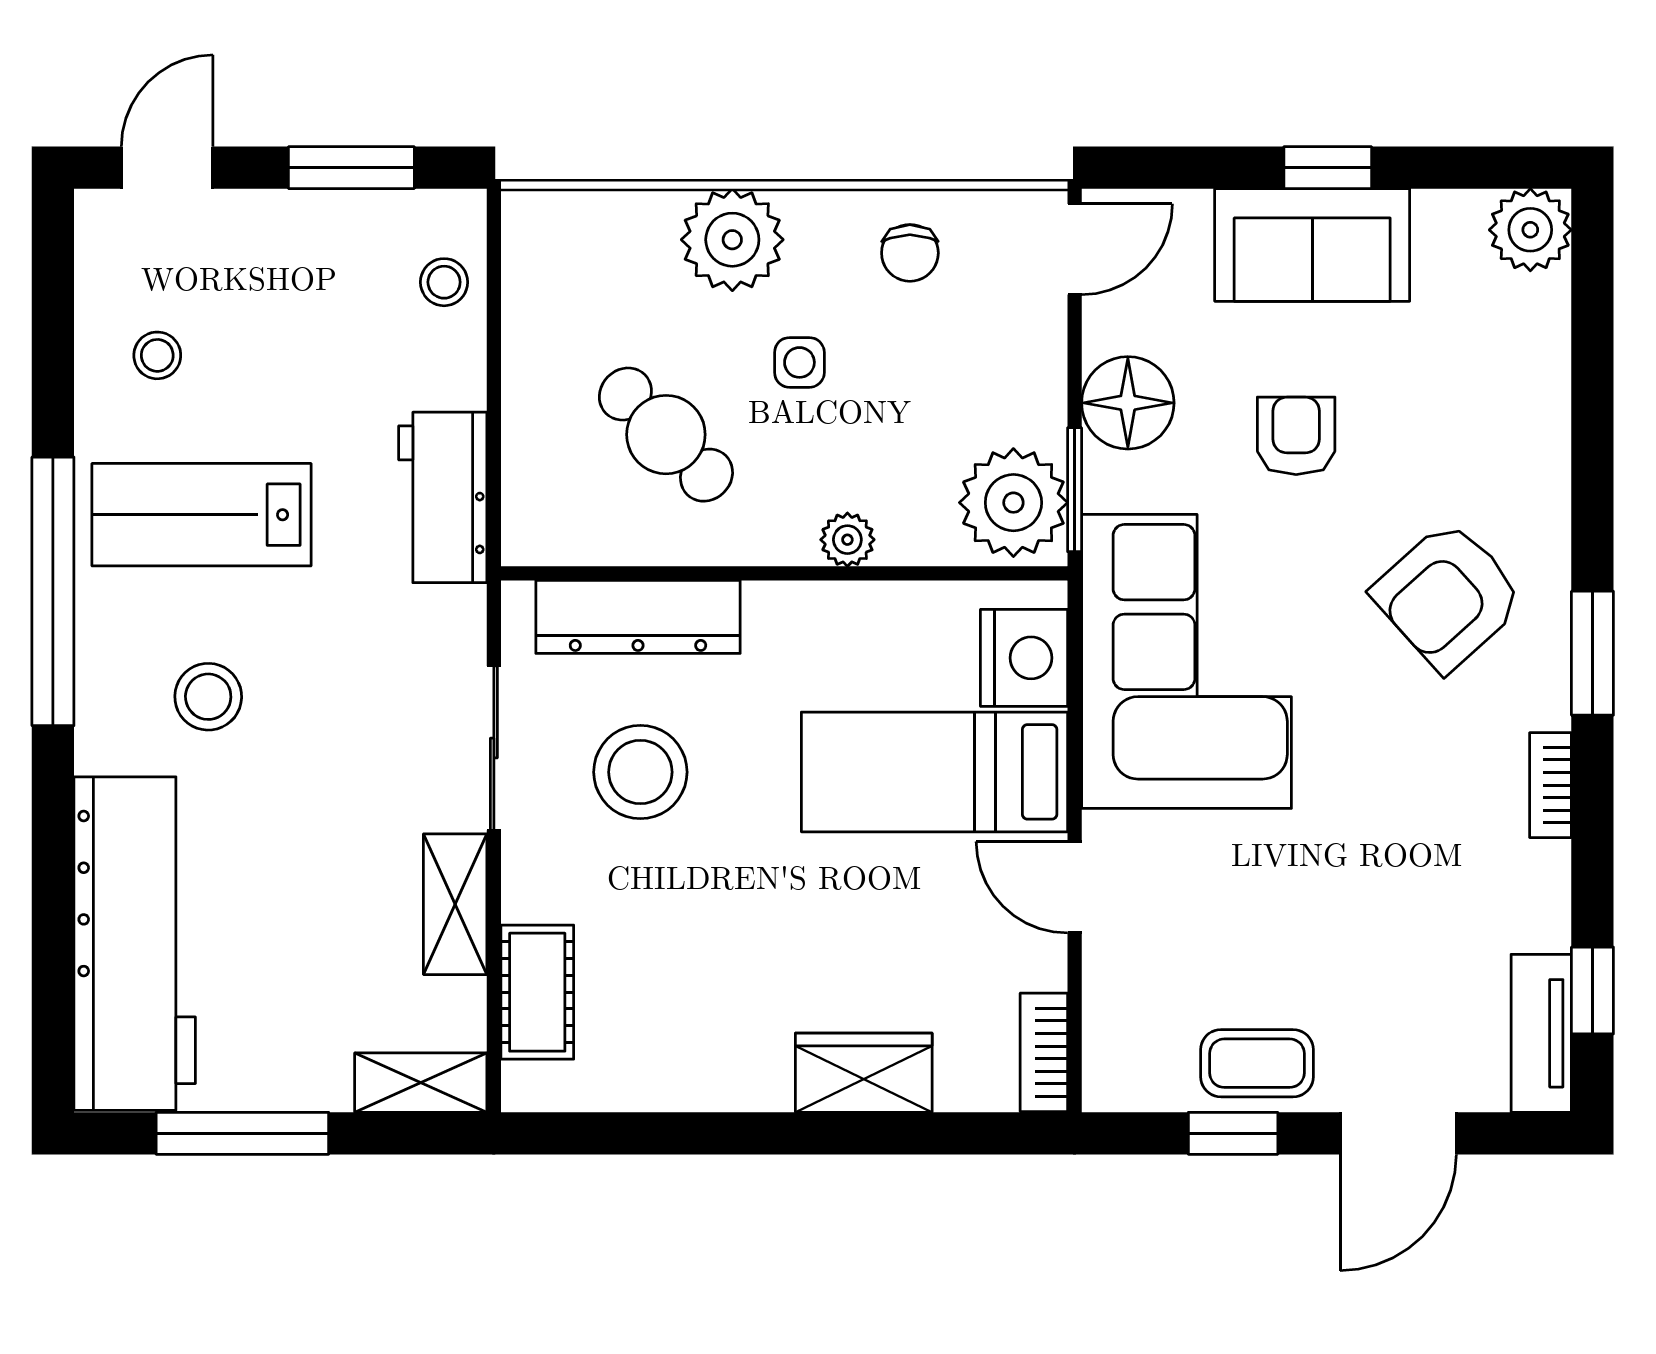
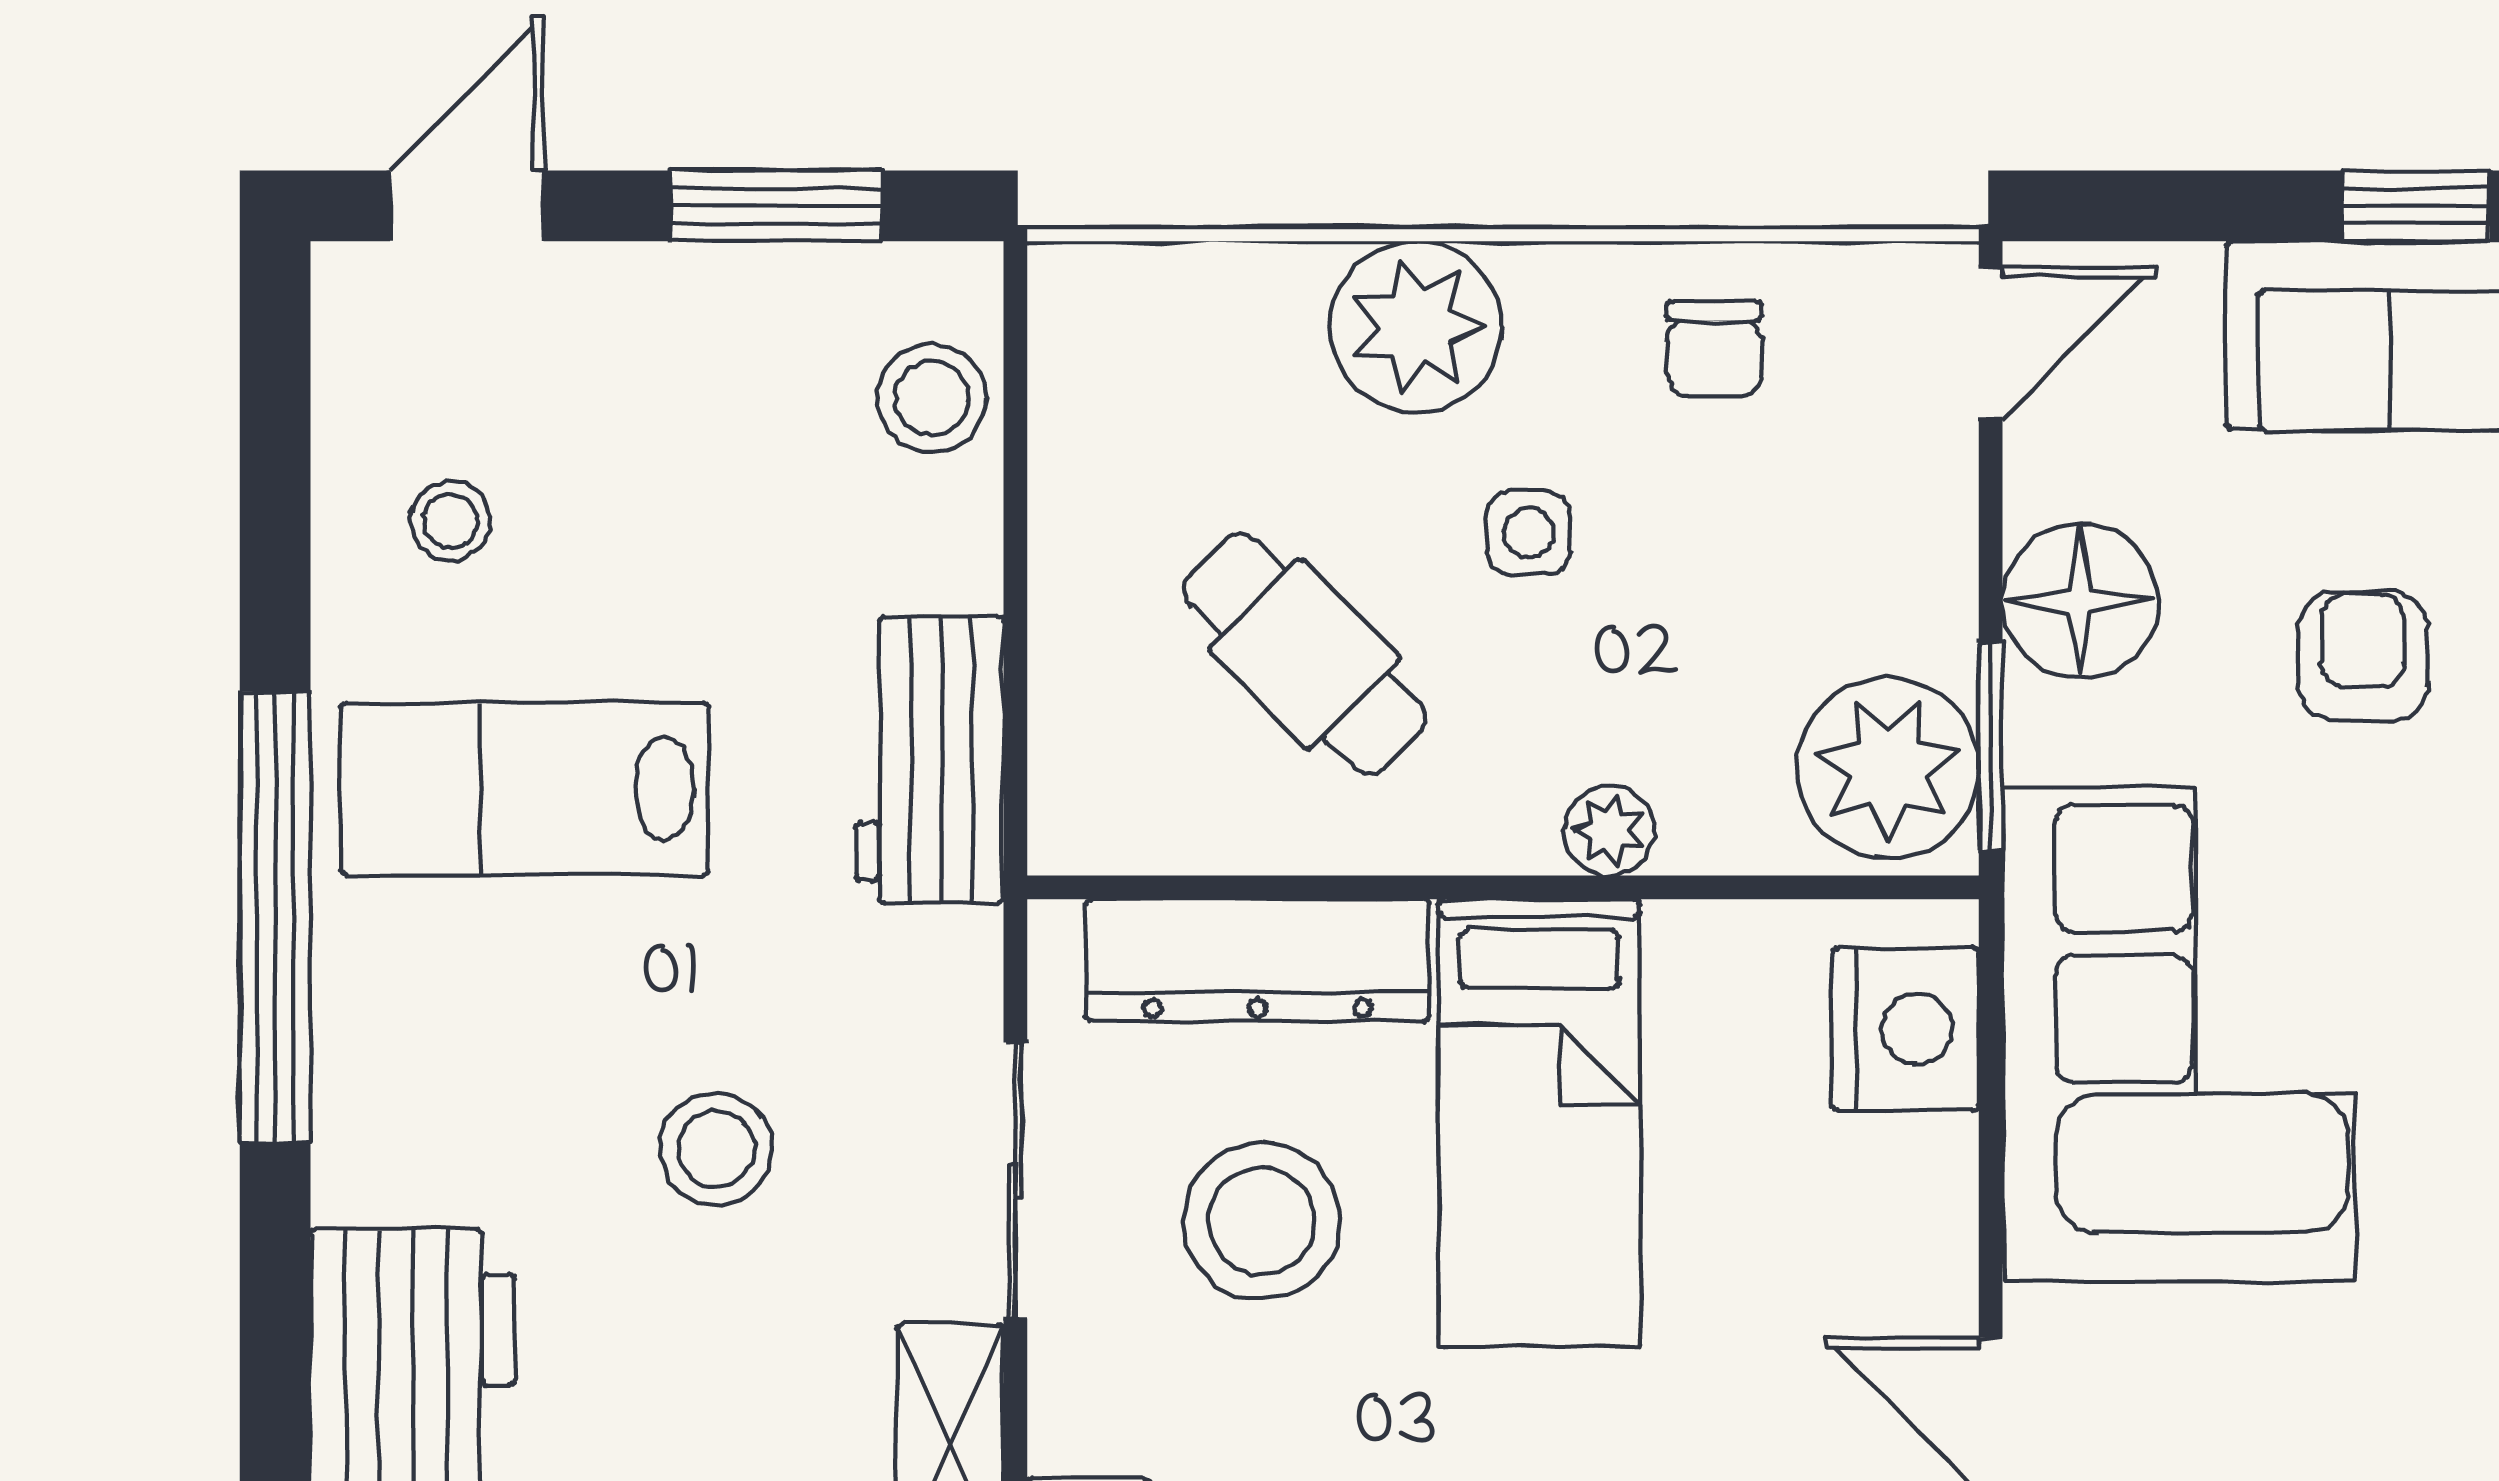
stool: (444, 282) -> (932, 398), width x1.37, depth x1.37
stool: (208, 697) -> (716, 1149), moved
bed: (934, 772) -> (1539, 1123), moved, turned -90

